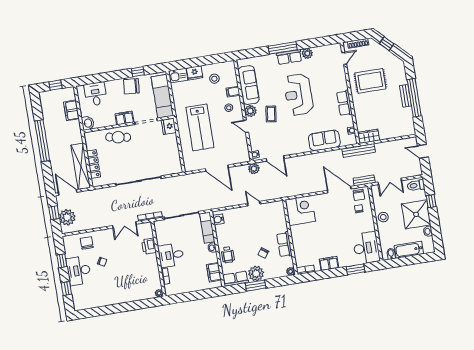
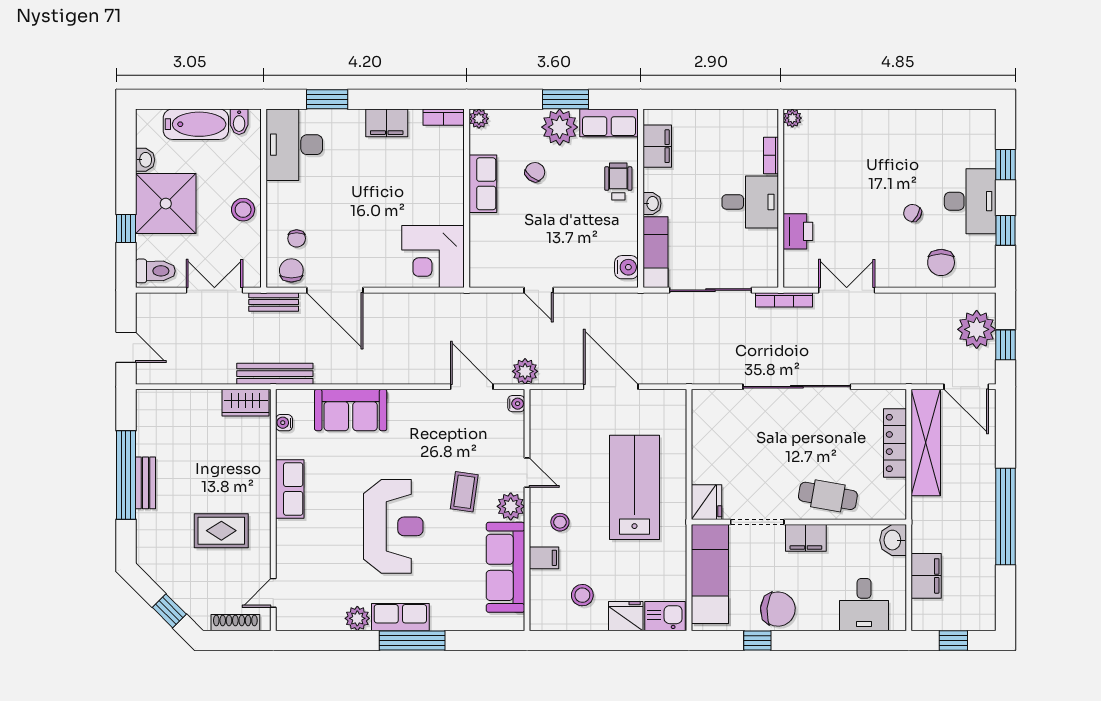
rug: (370, 81) -> (221, 531), width x0.73, depth x0.70

